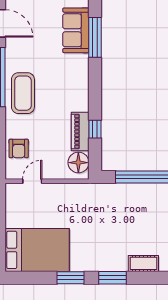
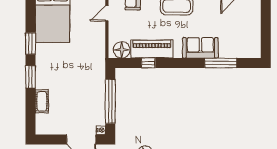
sofa: (76, 30) -> (200, 48), moved
piano: (80, 131) -> (152, 49), width x1.37, depth x1.33
door: (32, 181) -> (107, 13), swing flipped

